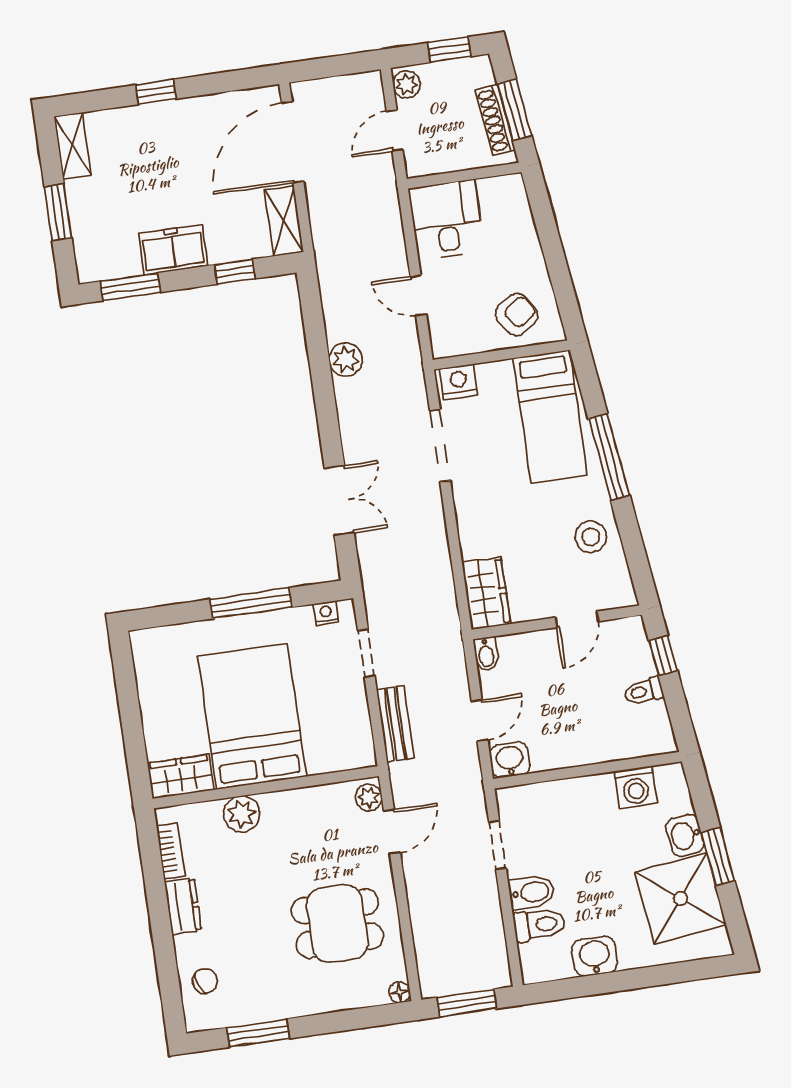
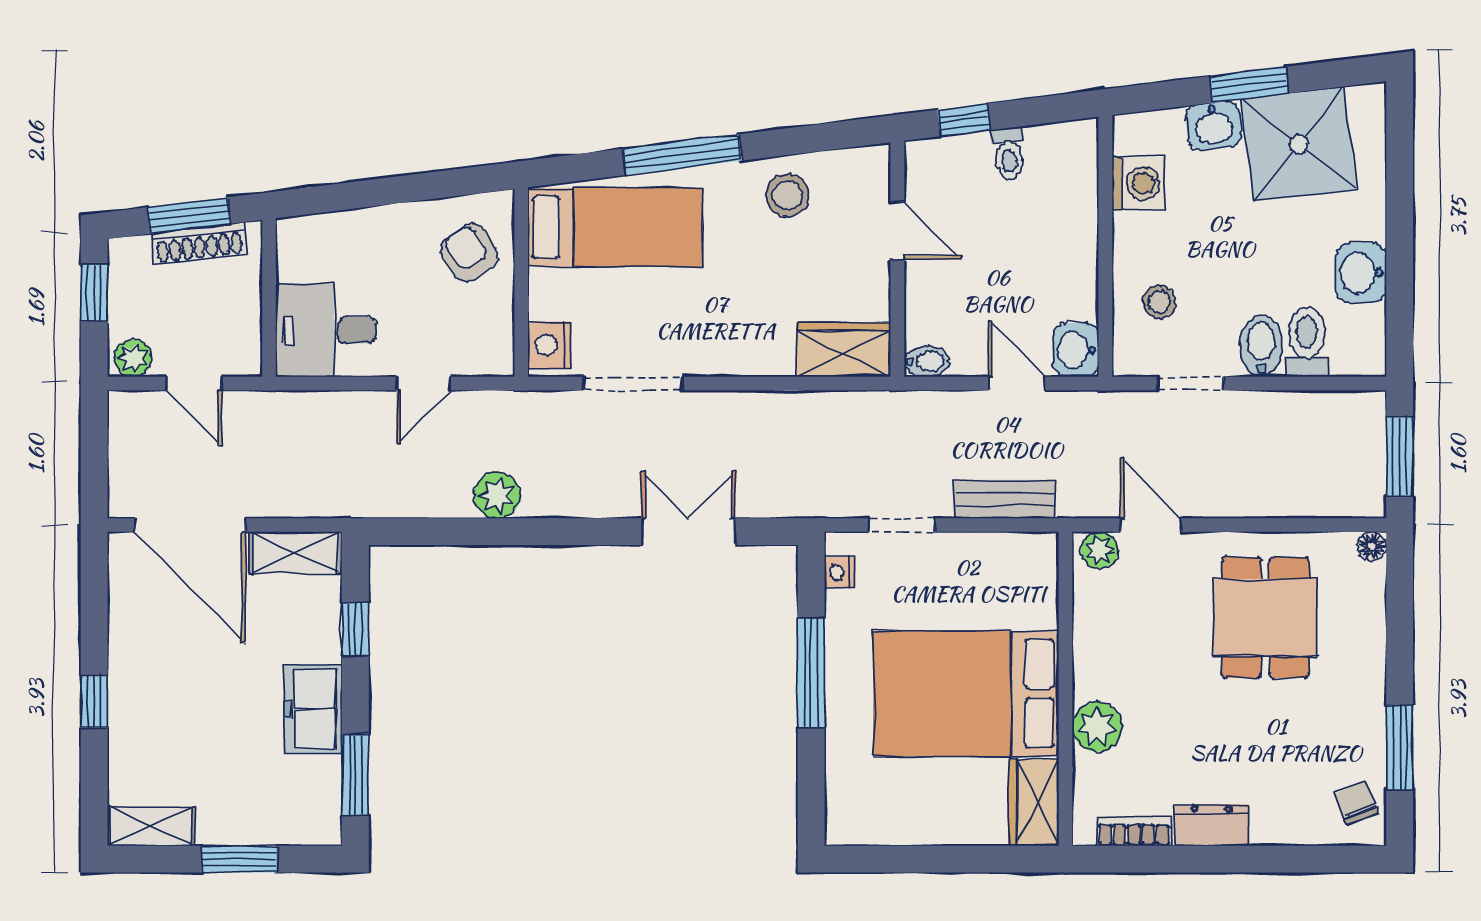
stool: (553, 814) -> (1159, 302), added
chair: (205, 981) -> (1357, 803), moved

